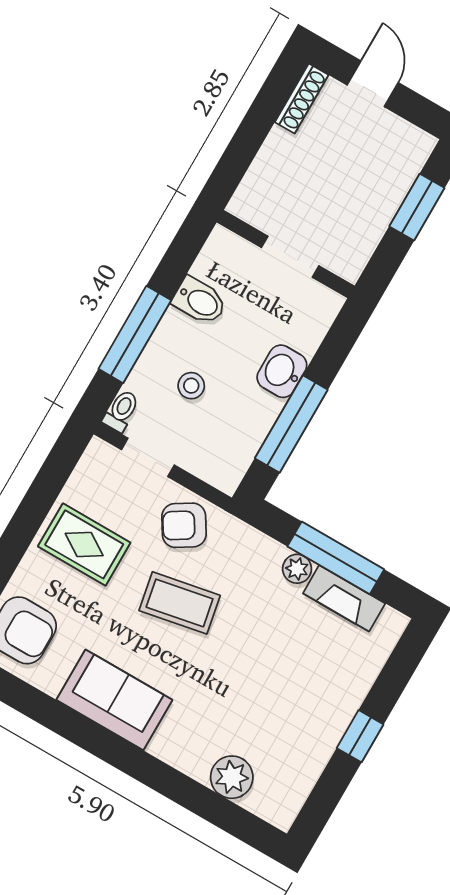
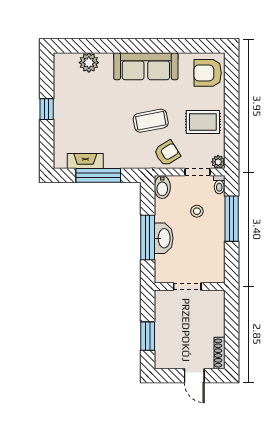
bidet: (200, 301) -> (162, 187), moved, turned -90
washbasin: (282, 371) -> (164, 238), width x1.38
window: (291, 424) -> (148, 237), moved
plant: (297, 569) -> (218, 162), moved
sofa: (114, 700) -> (146, 66), width x1.36

